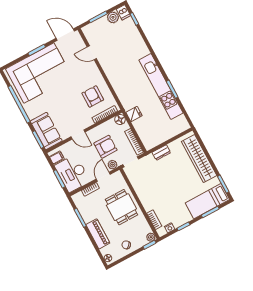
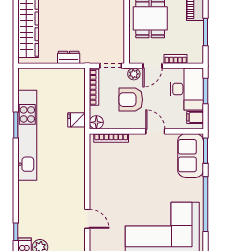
armchair: (93, 96) -> (114, 167), removed

